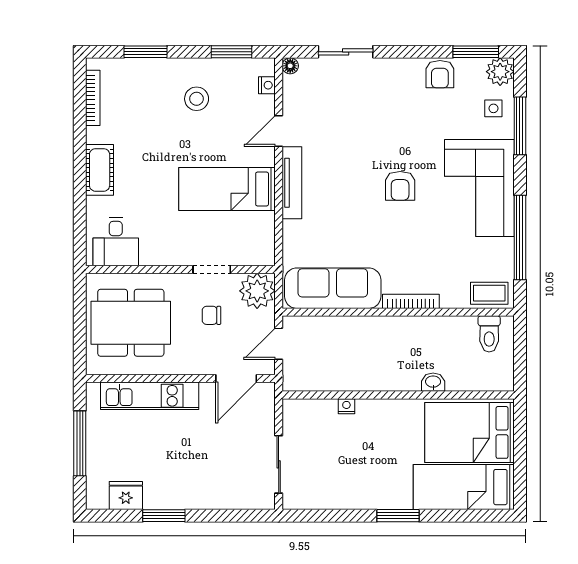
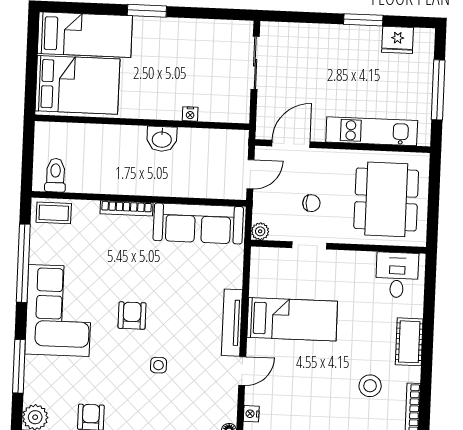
stool: (197, 99) -> (370, 386), moved
side table: (493, 108) -> (158, 365), moved
plant: (257, 291) -> (260, 231), width x0.53, depth x0.53
dining table: (131, 323) -> (386, 199), turned 90
washbasin: (433, 382) -> (162, 139), moved, width x1.38, depth x1.45

